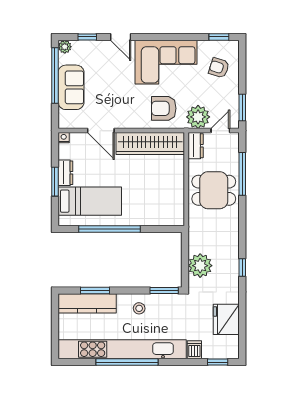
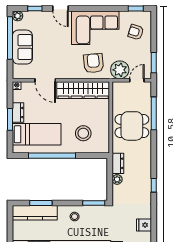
armchair: (164, 108) -> (93, 63), turned 85
dresser: (196, 146) -> (118, 163), moved
stool: (150, 200) -> (83, 133), added
plant: (200, 266) -> (117, 179), width x0.53, depth x0.53
fridge: (226, 319) -> (144, 225), width x0.53, depth x0.75

